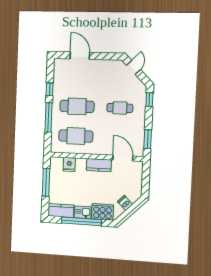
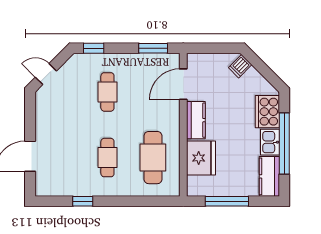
cafe table: (77, 106) -> (107, 158), width x0.73, depth x0.74
window: (48, 118) -> (126, 201), removed
fridge: (69, 164) -> (201, 158), width x1.88, depth x1.34
dishwasher: (125, 203) -> (240, 66), moved

